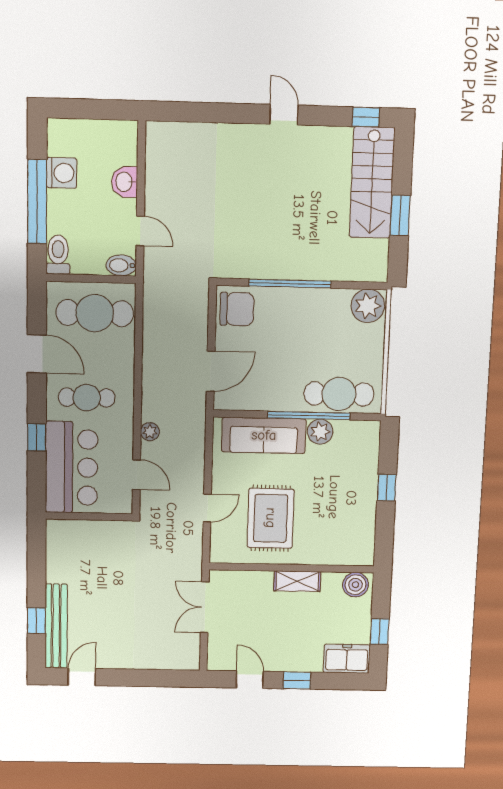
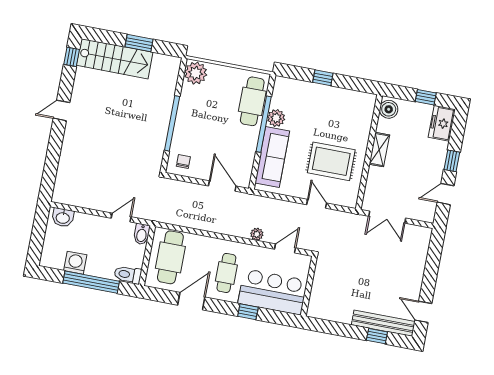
washbasin: (125, 182) -> (63, 218), moved
chair: (237, 309) -> (183, 161), width x0.54, depth x0.54

